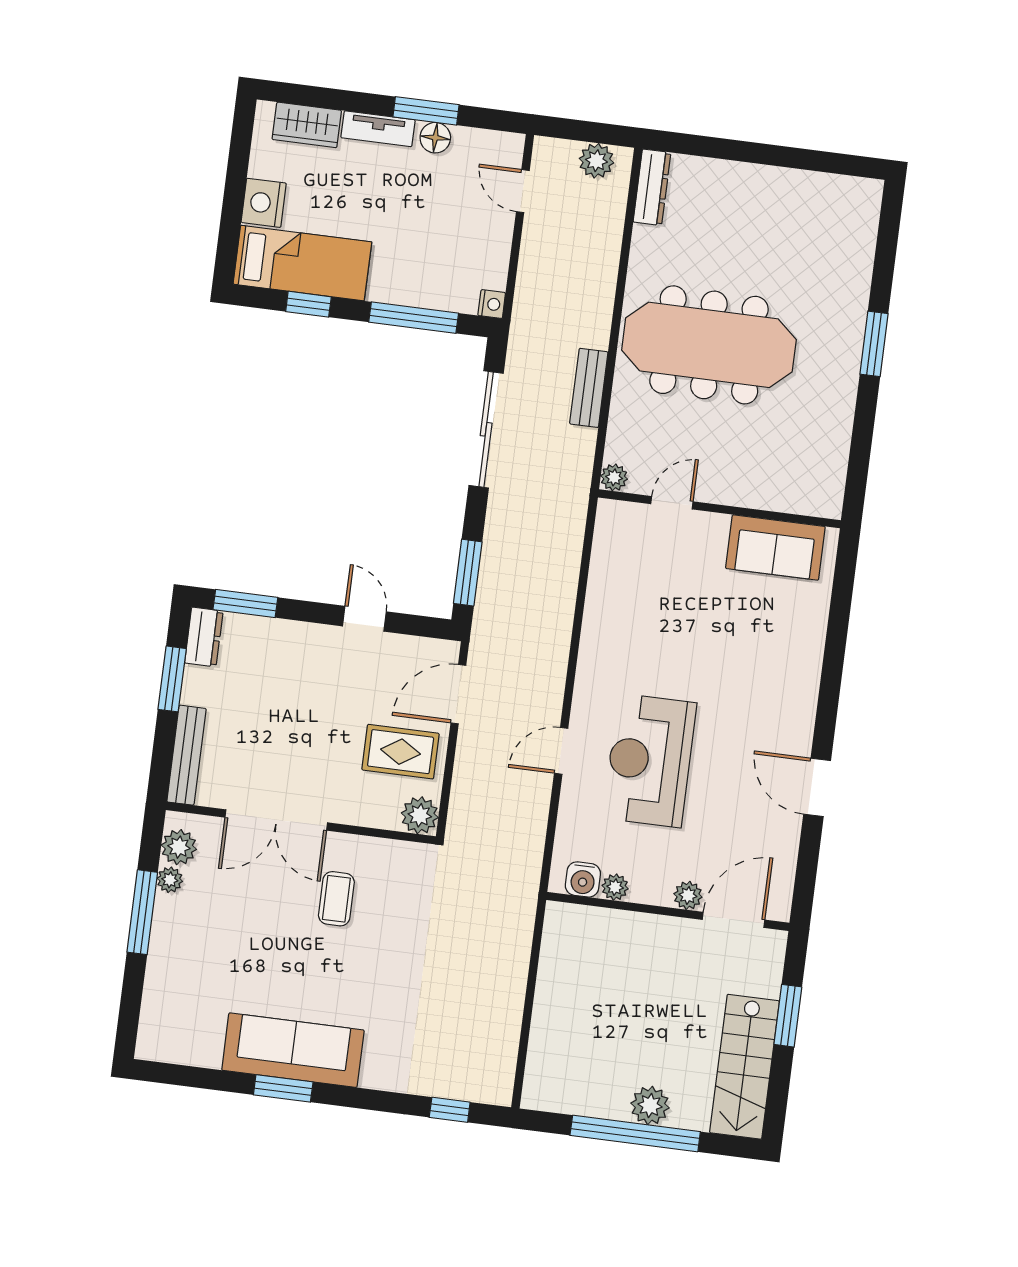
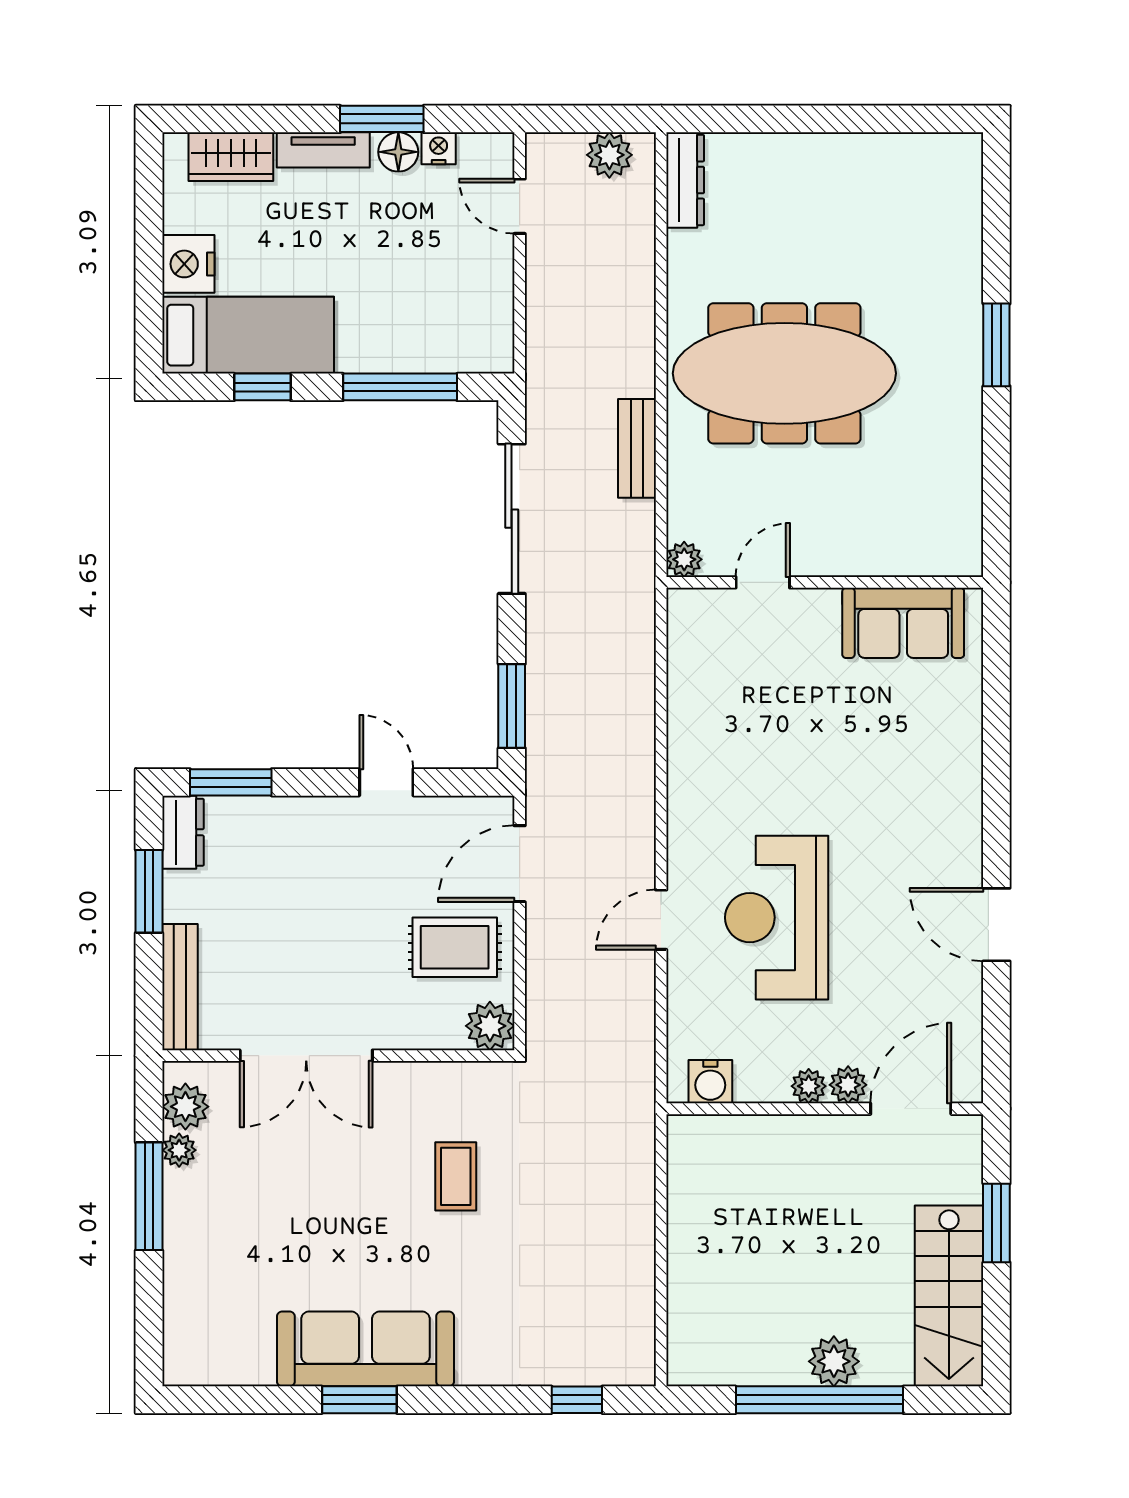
nightstand: (492, 304) -> (439, 148), moved, turned -90
plant: (615, 887) -> (809, 1086), moved
coffee table: (336, 899) -> (456, 1176), moved

